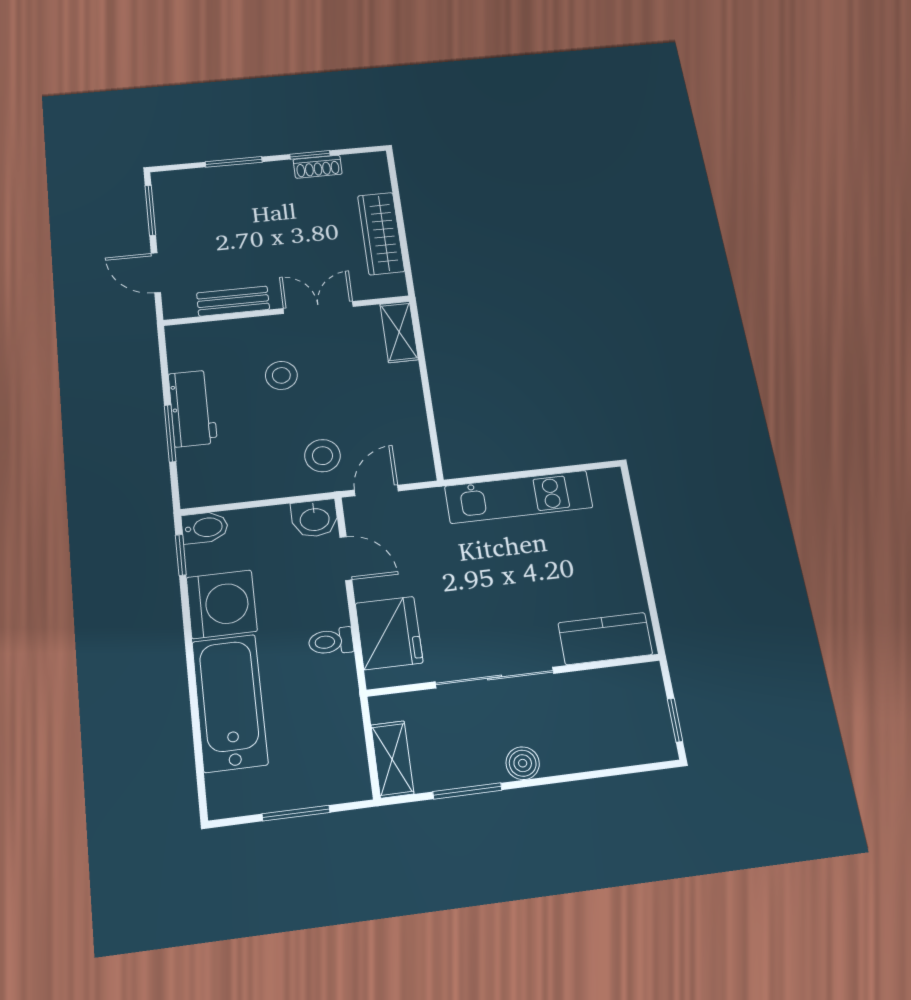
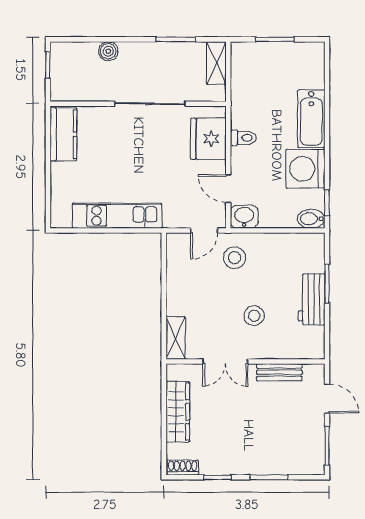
shoe rack: (318, 167) -> (183, 468), moved
kitchen counter: (605, 639) -> (63, 134), moved, turned -90
bathtub: (230, 703) -> (311, 119), width x0.73, depth x0.73
boiler: (523, 763) -> (108, 51), moved

